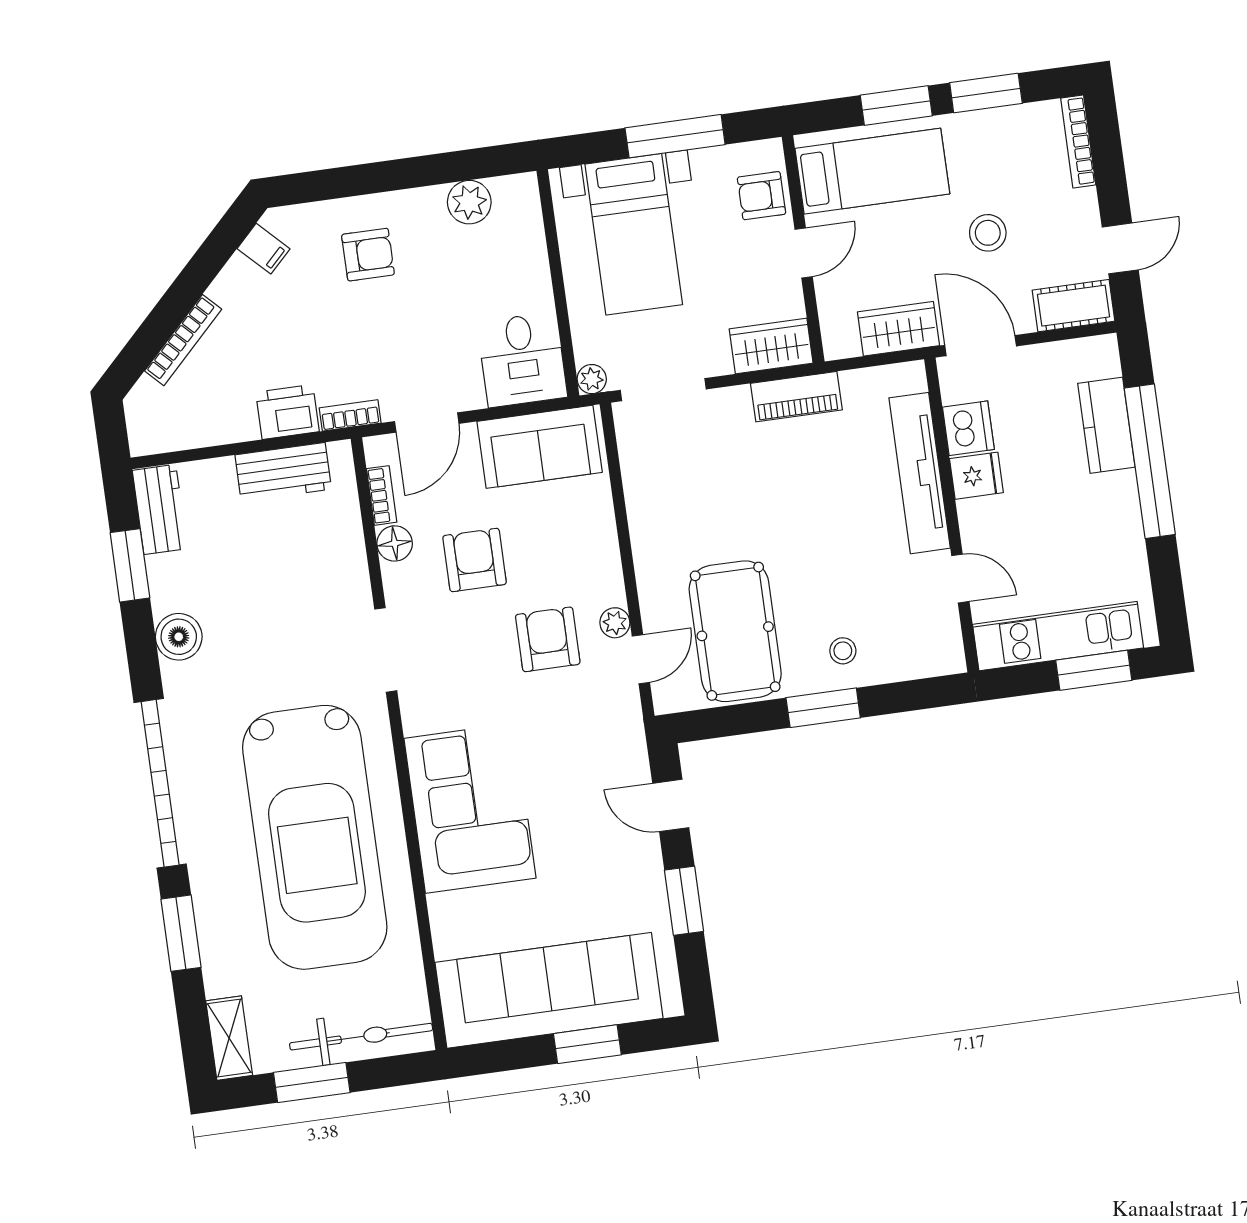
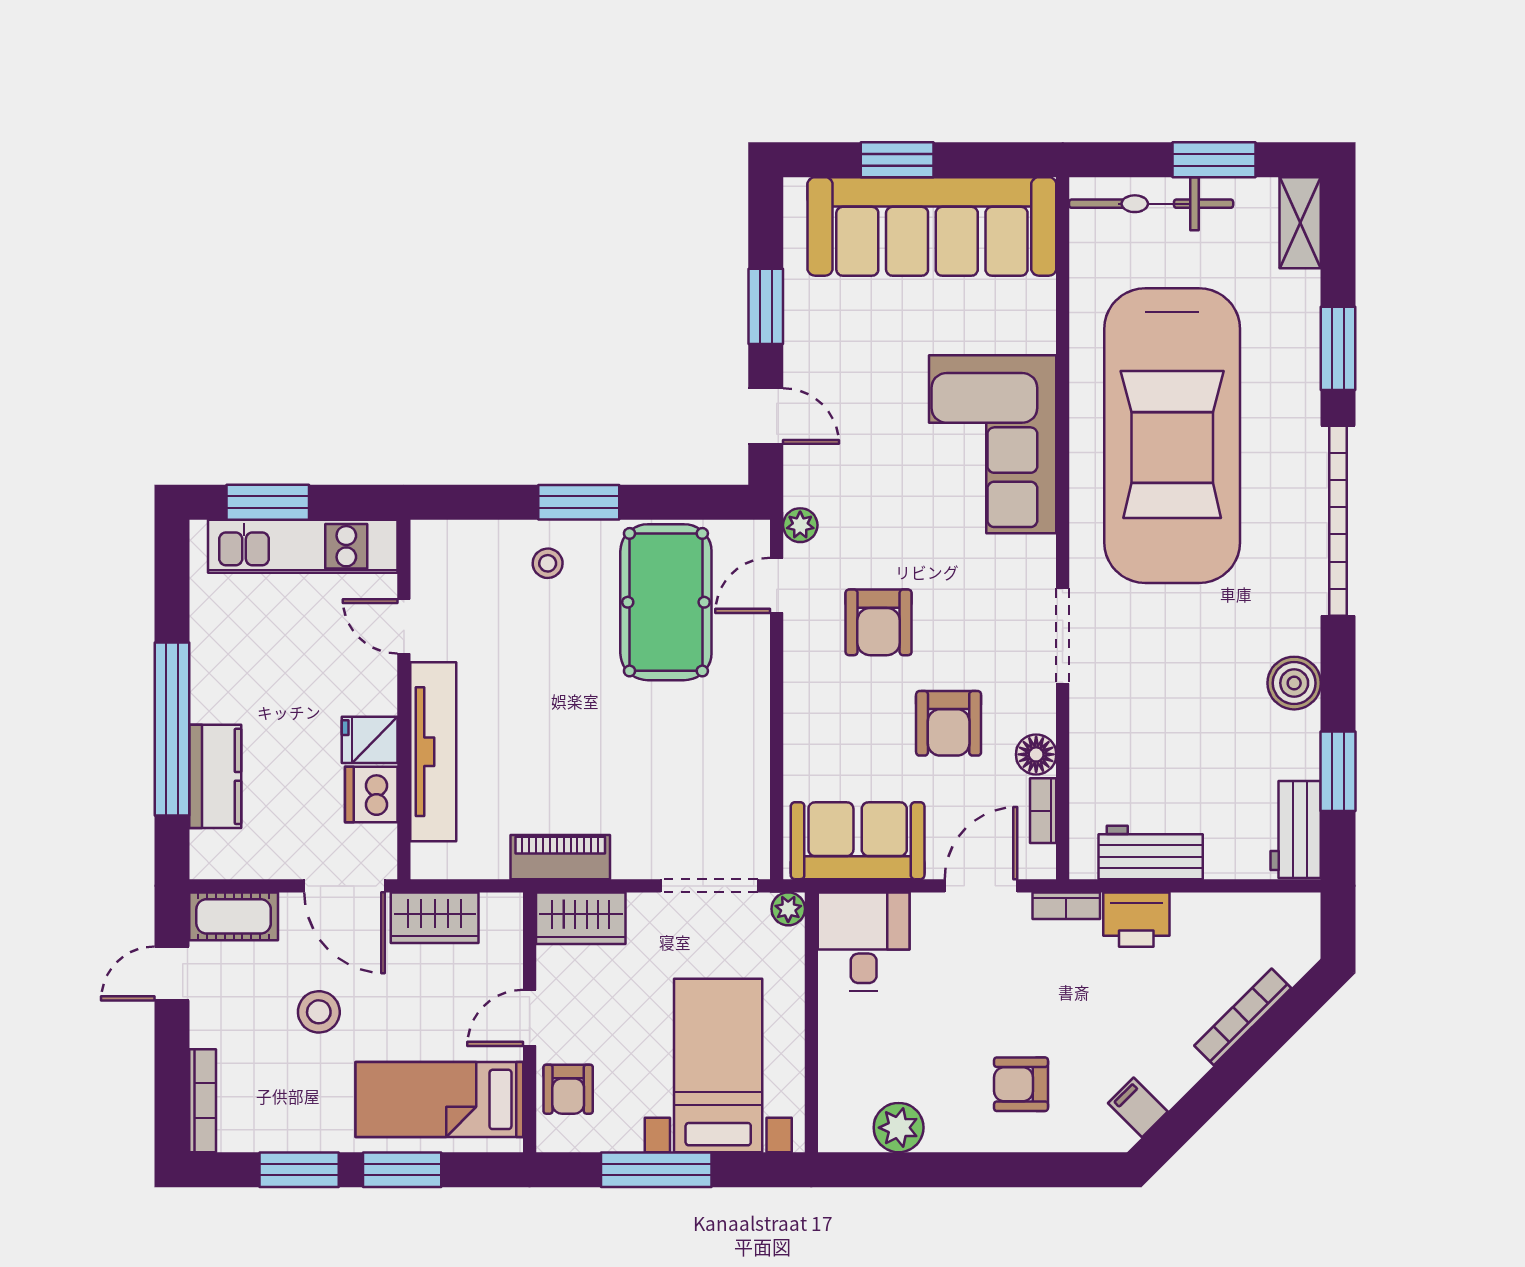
armchair: (761, 196) -> (568, 1089), turned 90
plant: (615, 623) -> (800, 525), moved
car: (315, 837) -> (1172, 436), turned 180

